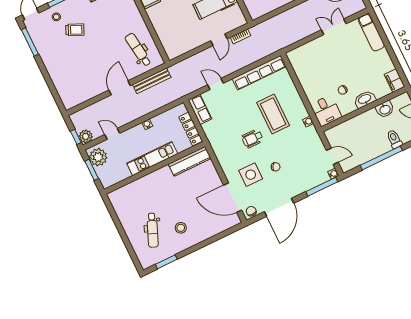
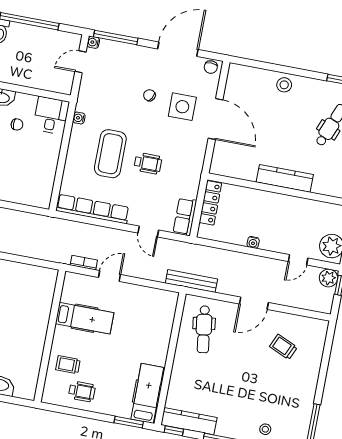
trolley: (75, 30) -> (283, 347), moved
bench: (152, 81) -> (191, 281), moved
door: (112, 134) -> (298, 260), hinge flipped
wheelchair: (252, 138) -> (148, 163), moved
door: (332, 156) -> (81, 62), hinge flipped
kitchen unit: (152, 159) -> (275, 202), removed
kitchen counter: (190, 161) -> (285, 178), moved
door: (233, 198) -> (215, 119), moved
stool: (181, 228) -> (284, 85), moved

